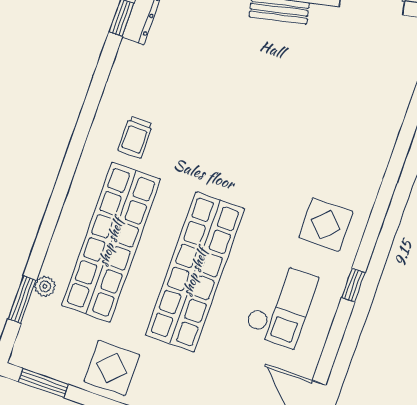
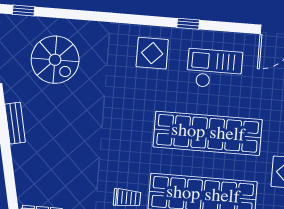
spiral stairs: (352, 88) -> (55, 60), added

